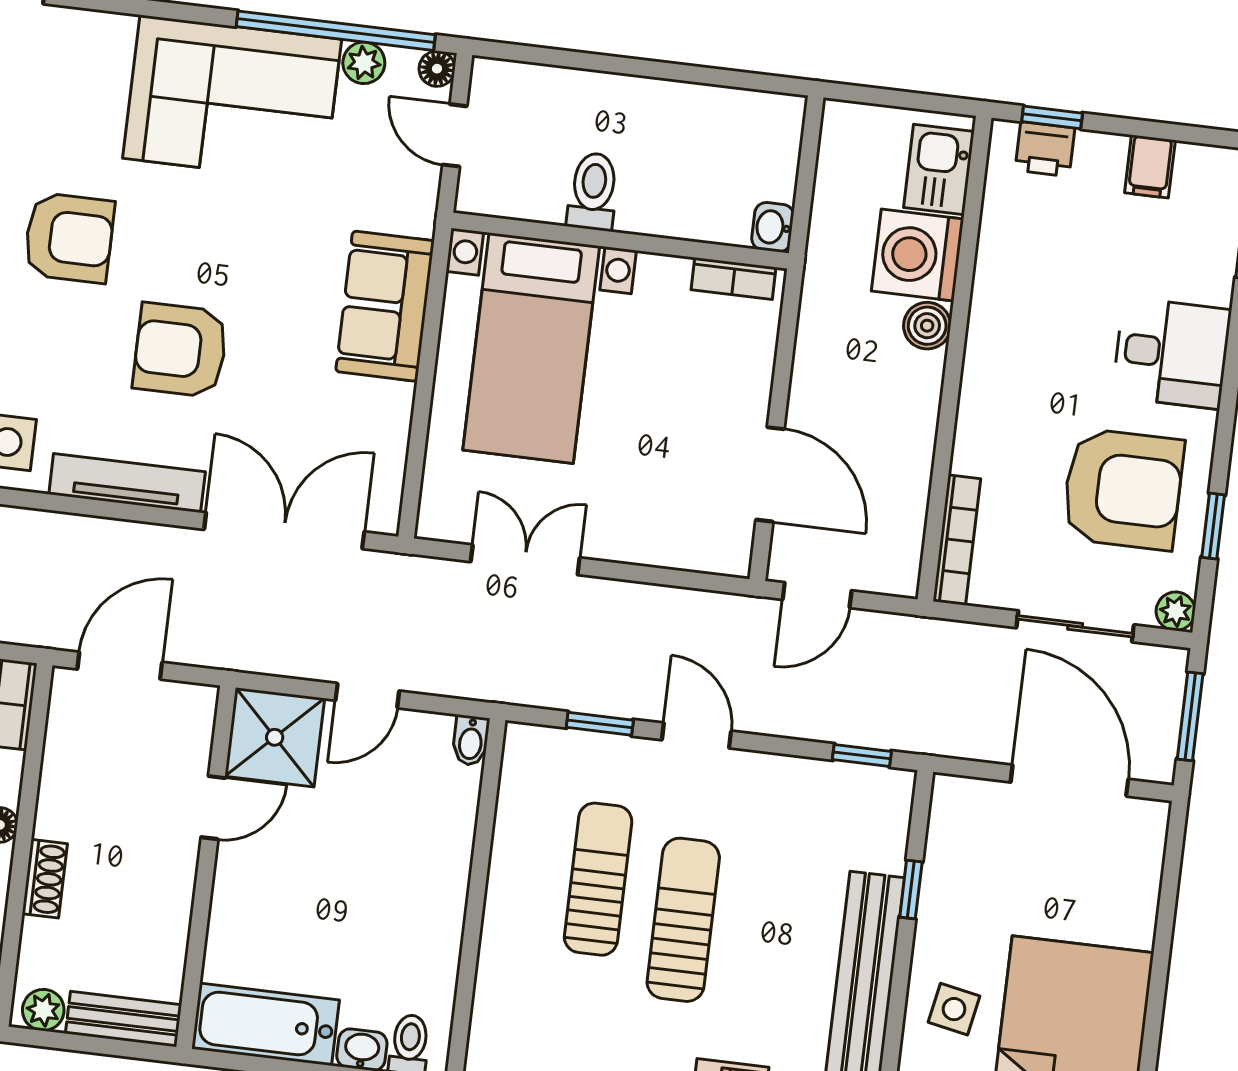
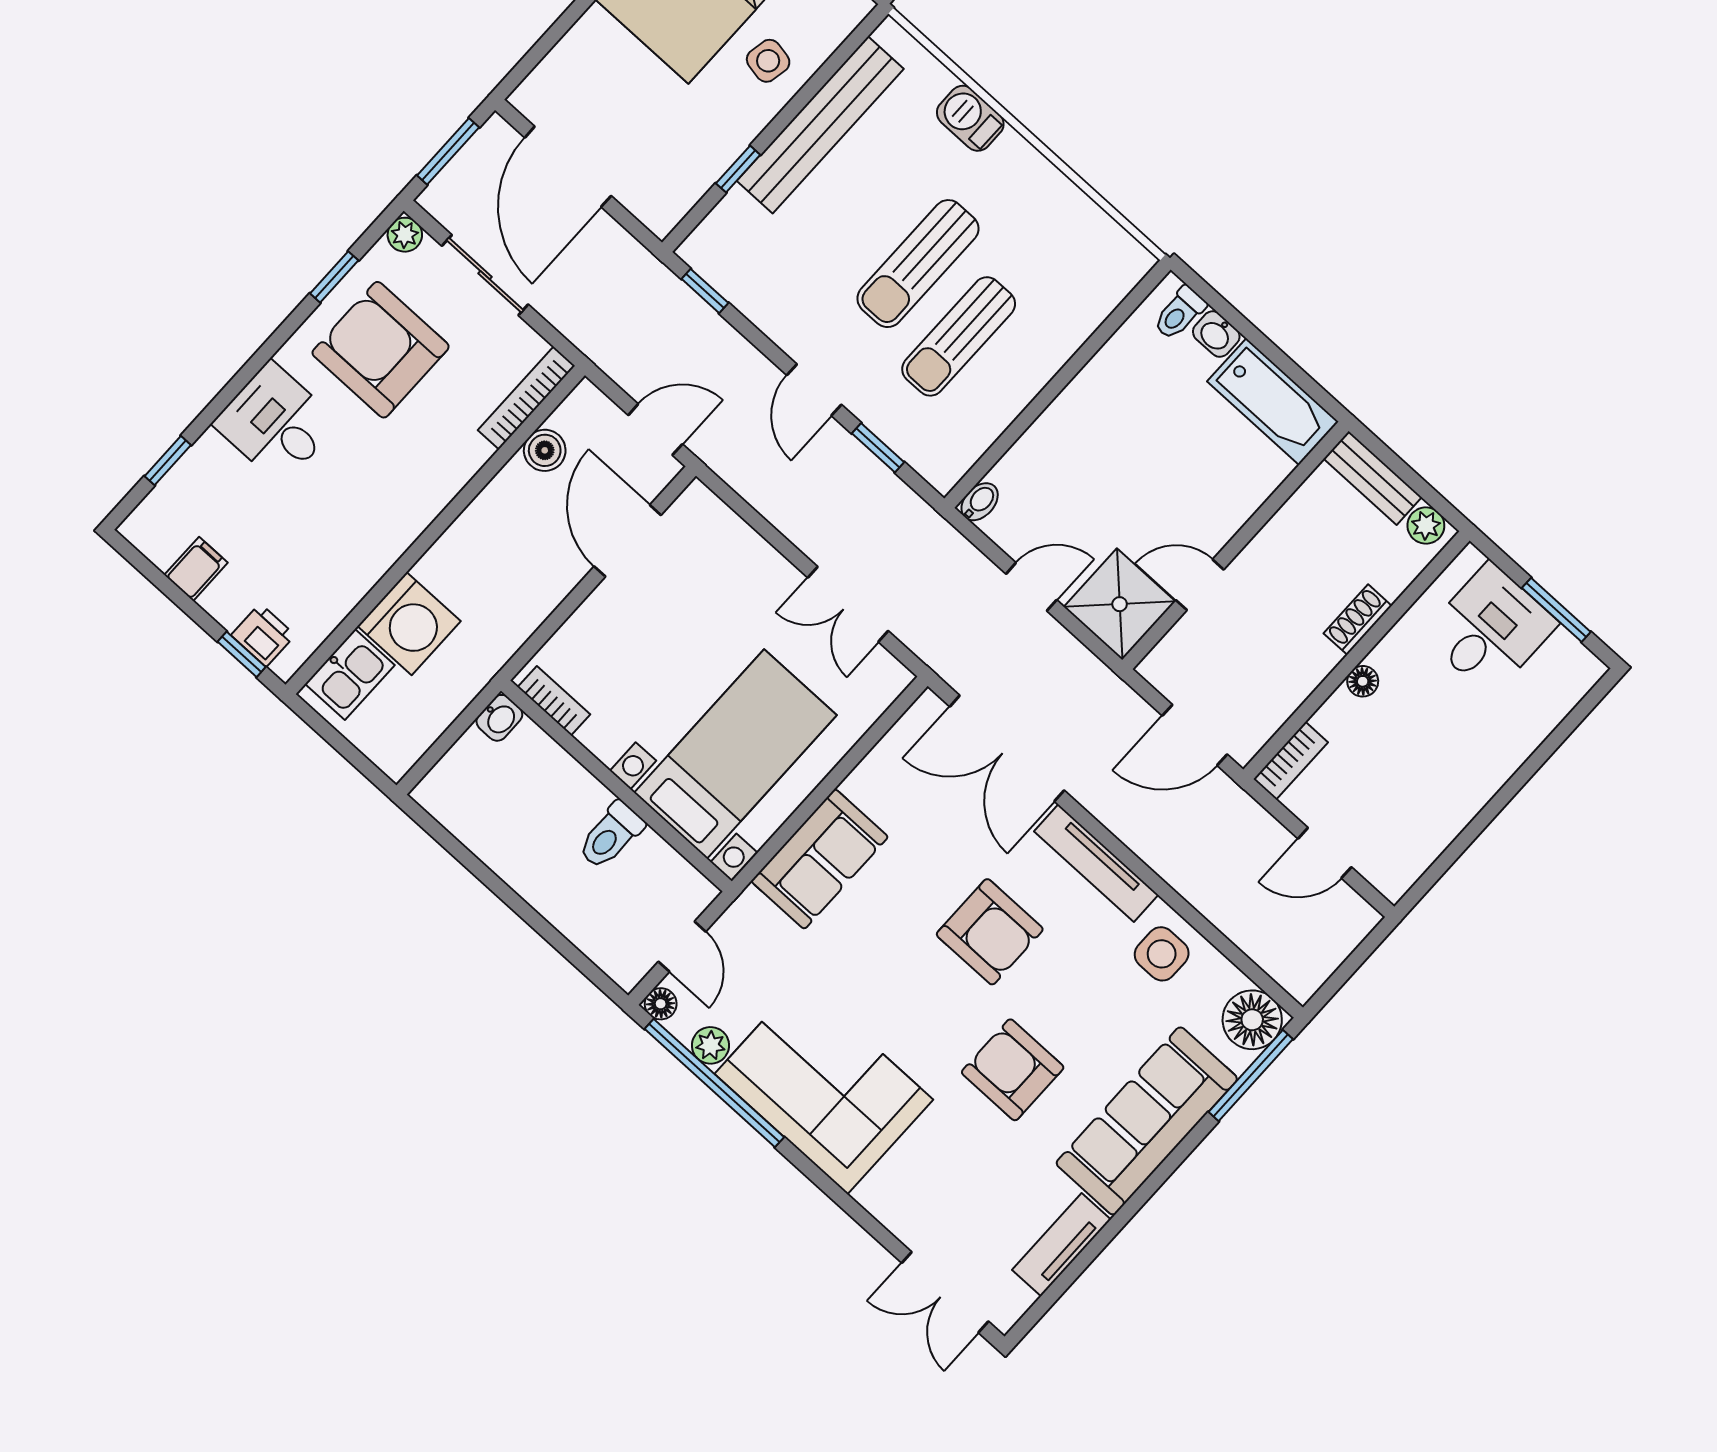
boiler: (927, 326) -> (545, 450), moved

